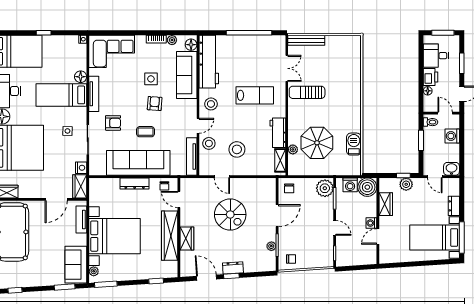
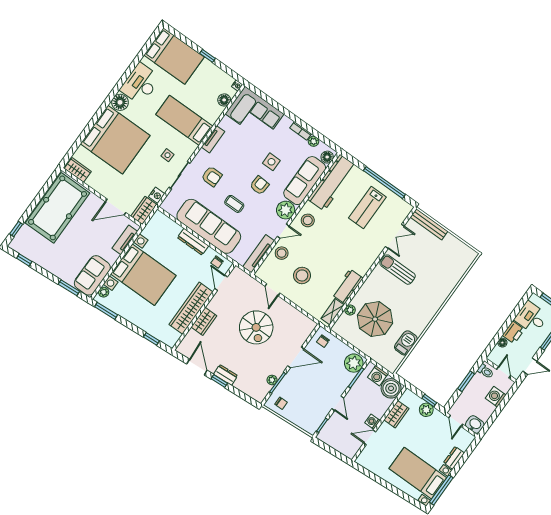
floor lamp: (81, 77) -> (224, 100), moved
tv unit: (94, 94) -> (213, 139), width x0.71
lab bench: (255, 95) -> (367, 208), moved, turned 90
plant: (188, 108) -> (286, 210), added

